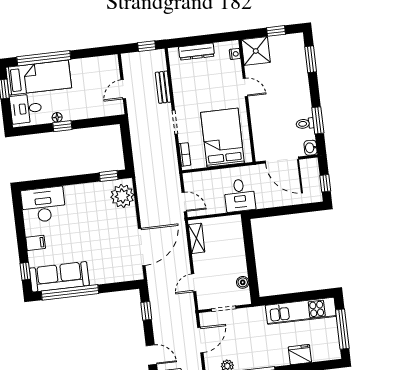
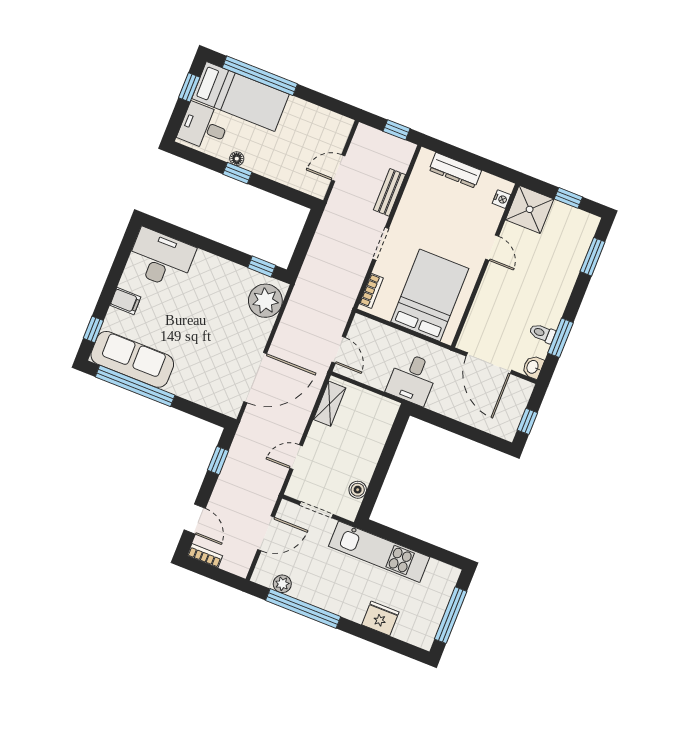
kitchen unit: (301, 311) -> (379, 552), moved

